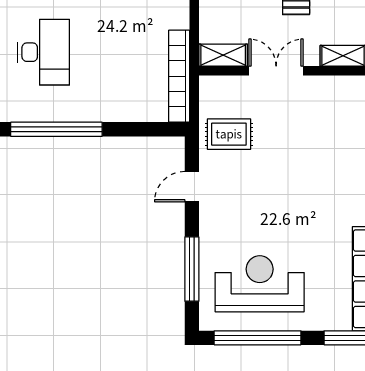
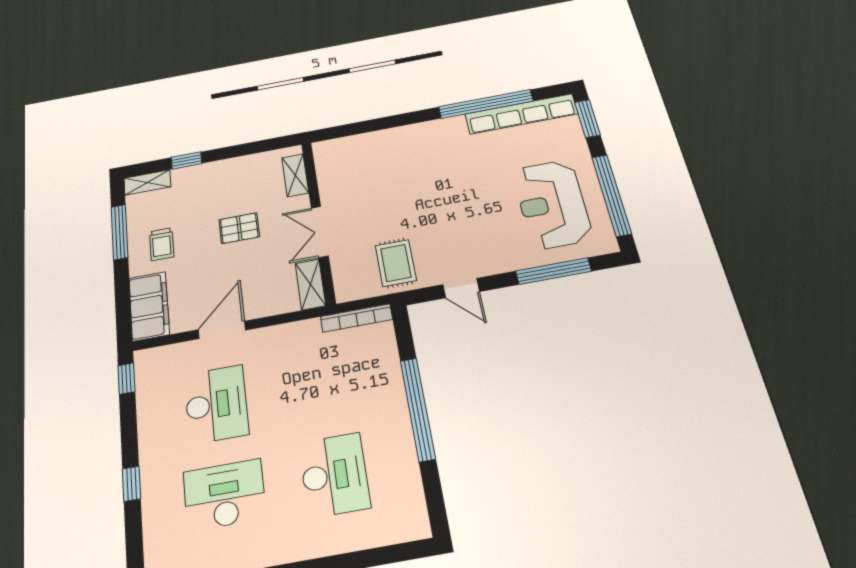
desk: (44, 52) -> (334, 475), turned 90
bookcase: (179, 76) -> (356, 318), width x0.68, depth x0.76
window: (56, 129) -> (418, 409), moved

